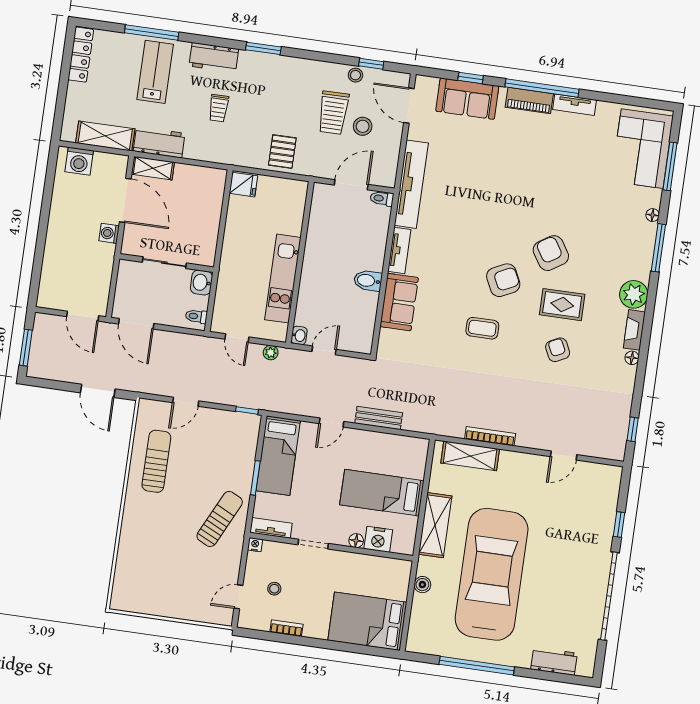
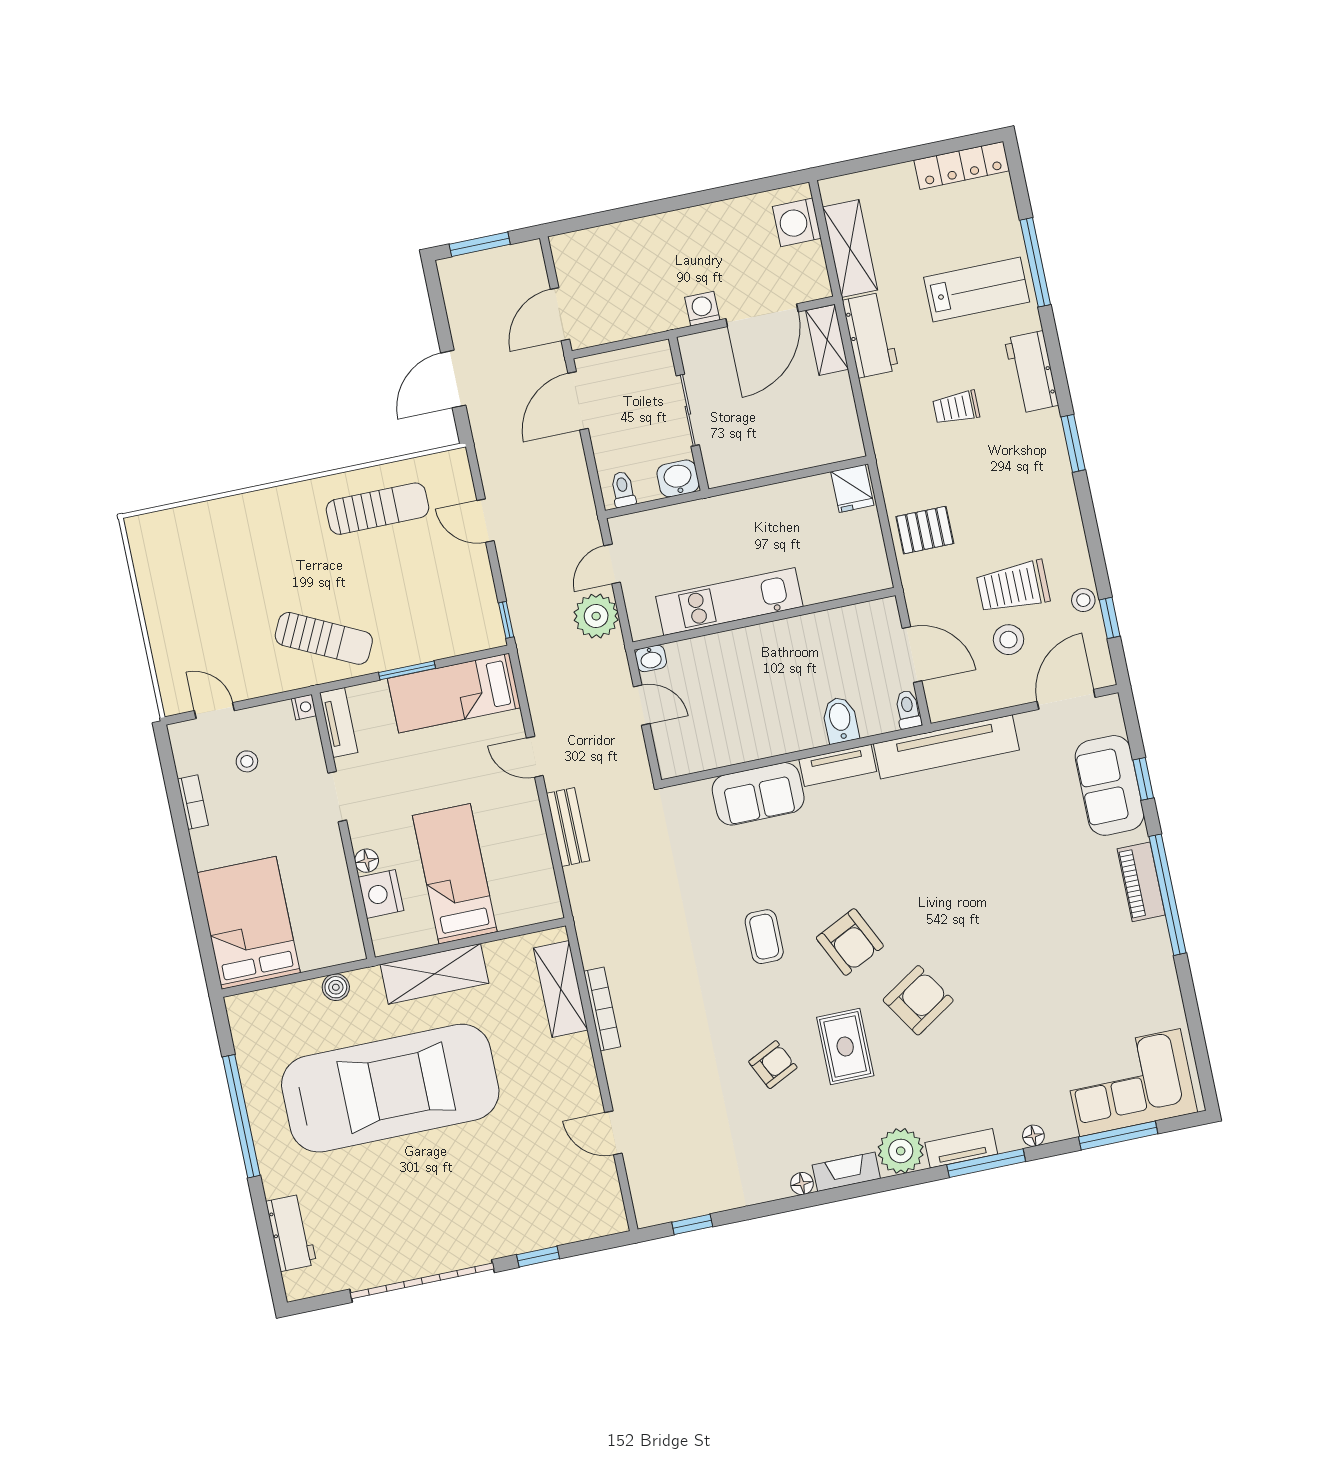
tv unit: (574, 105) -> (961, 1148), moved, turned 90
bidet: (368, 281) -> (840, 720), moved
plant: (271, 353) -> (596, 616), width x1.88, depth x1.88

